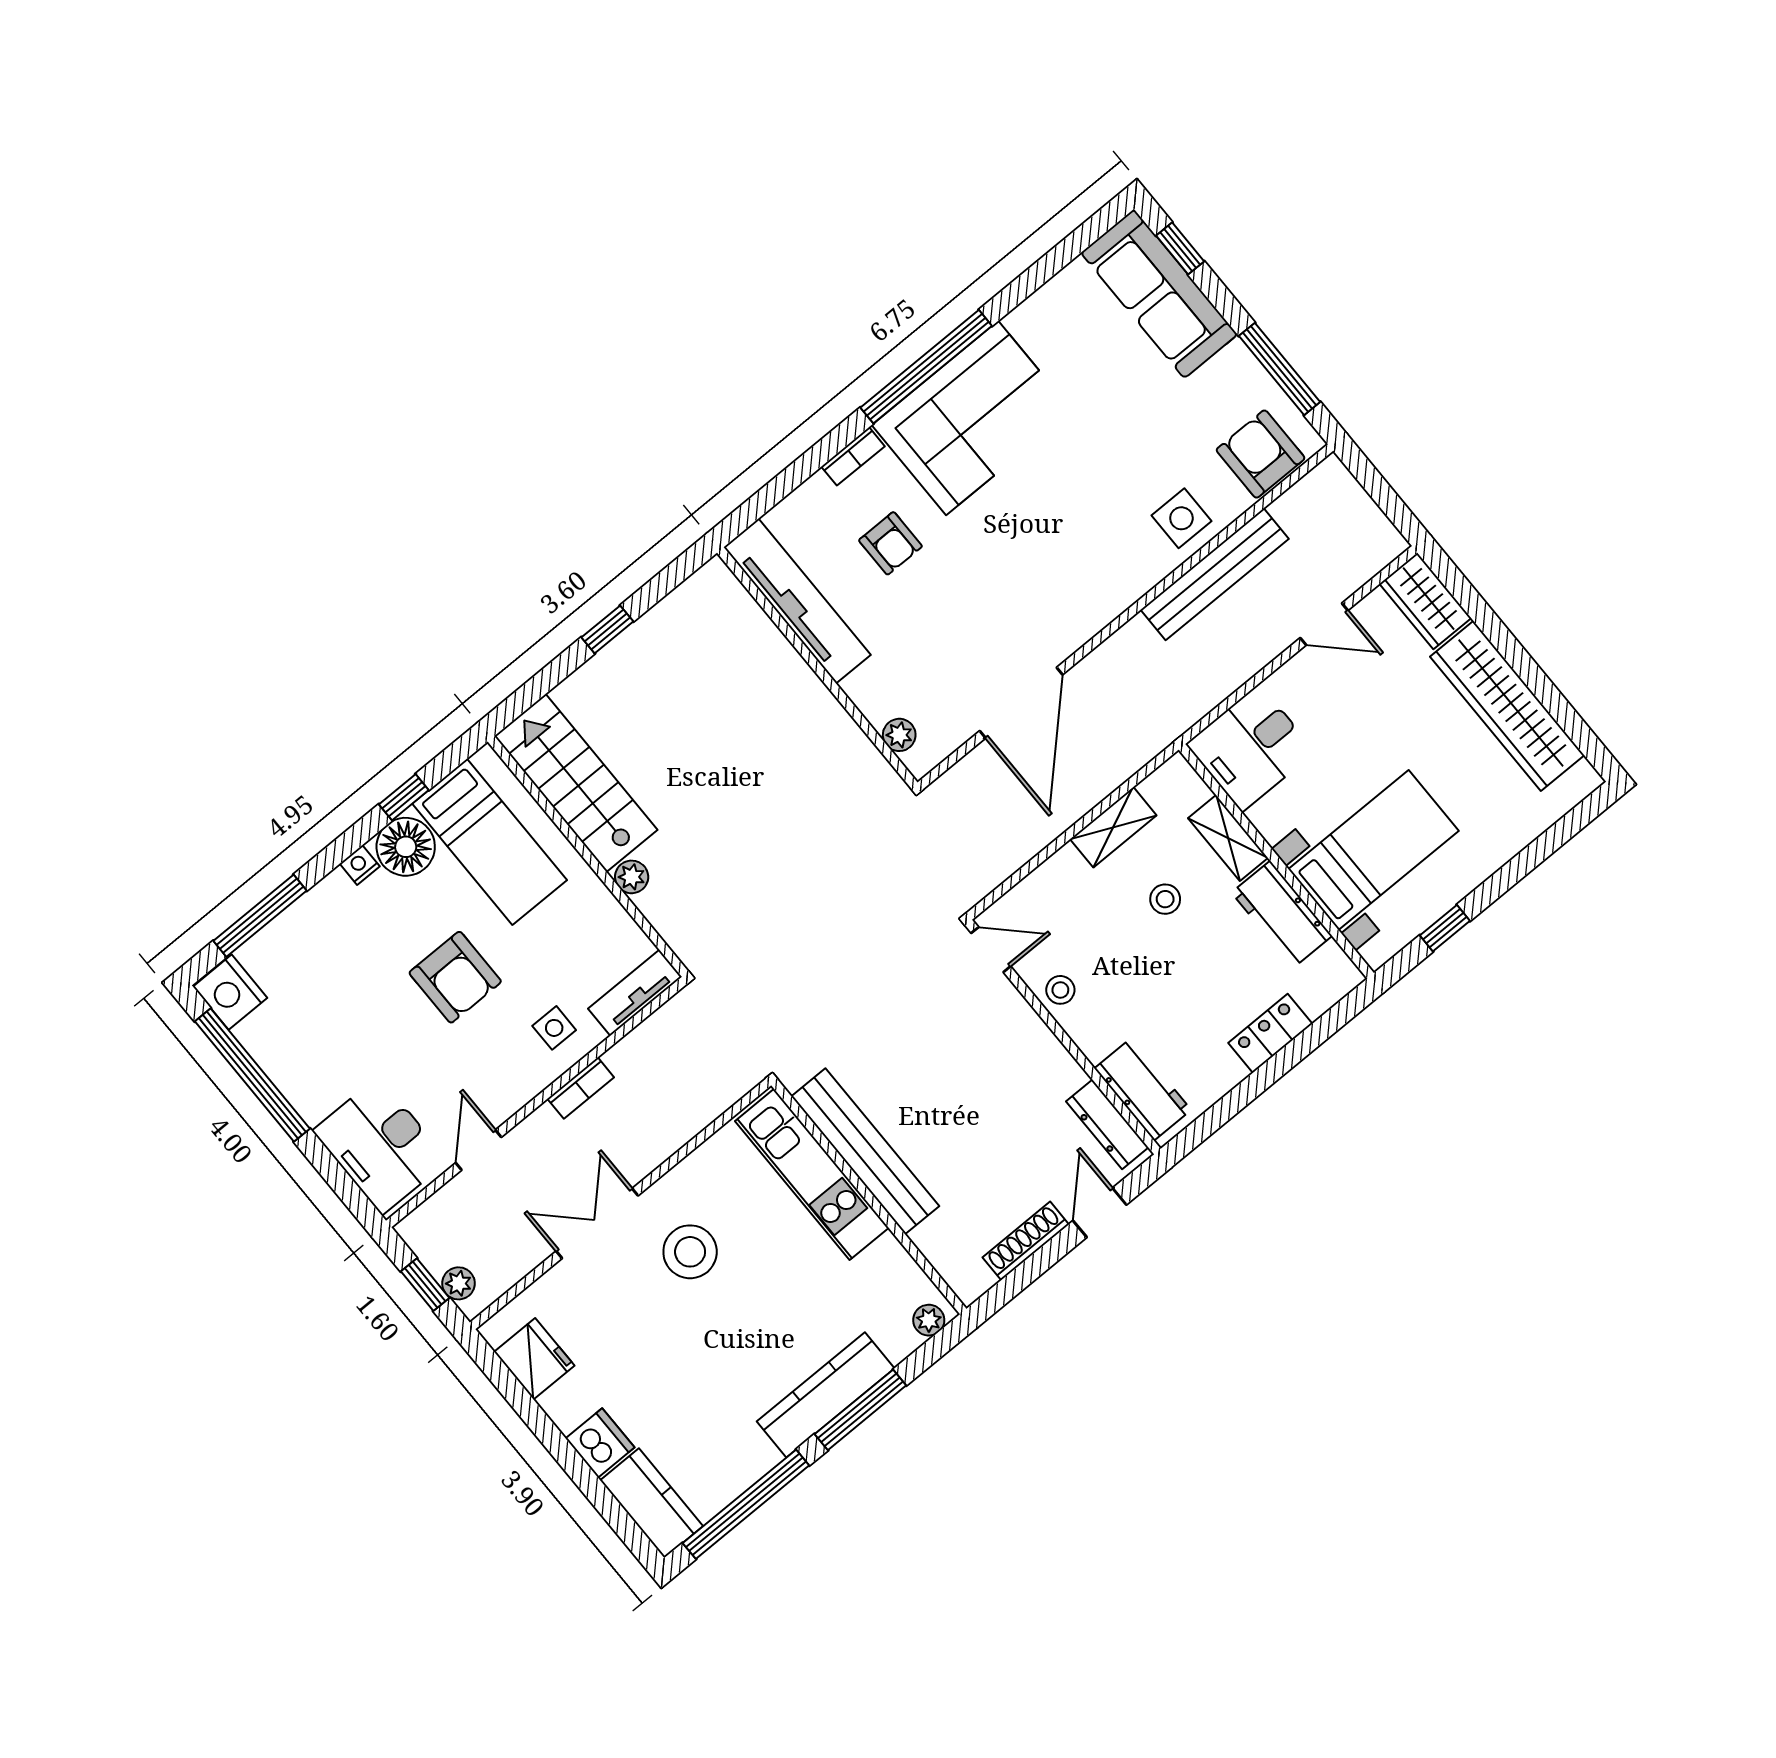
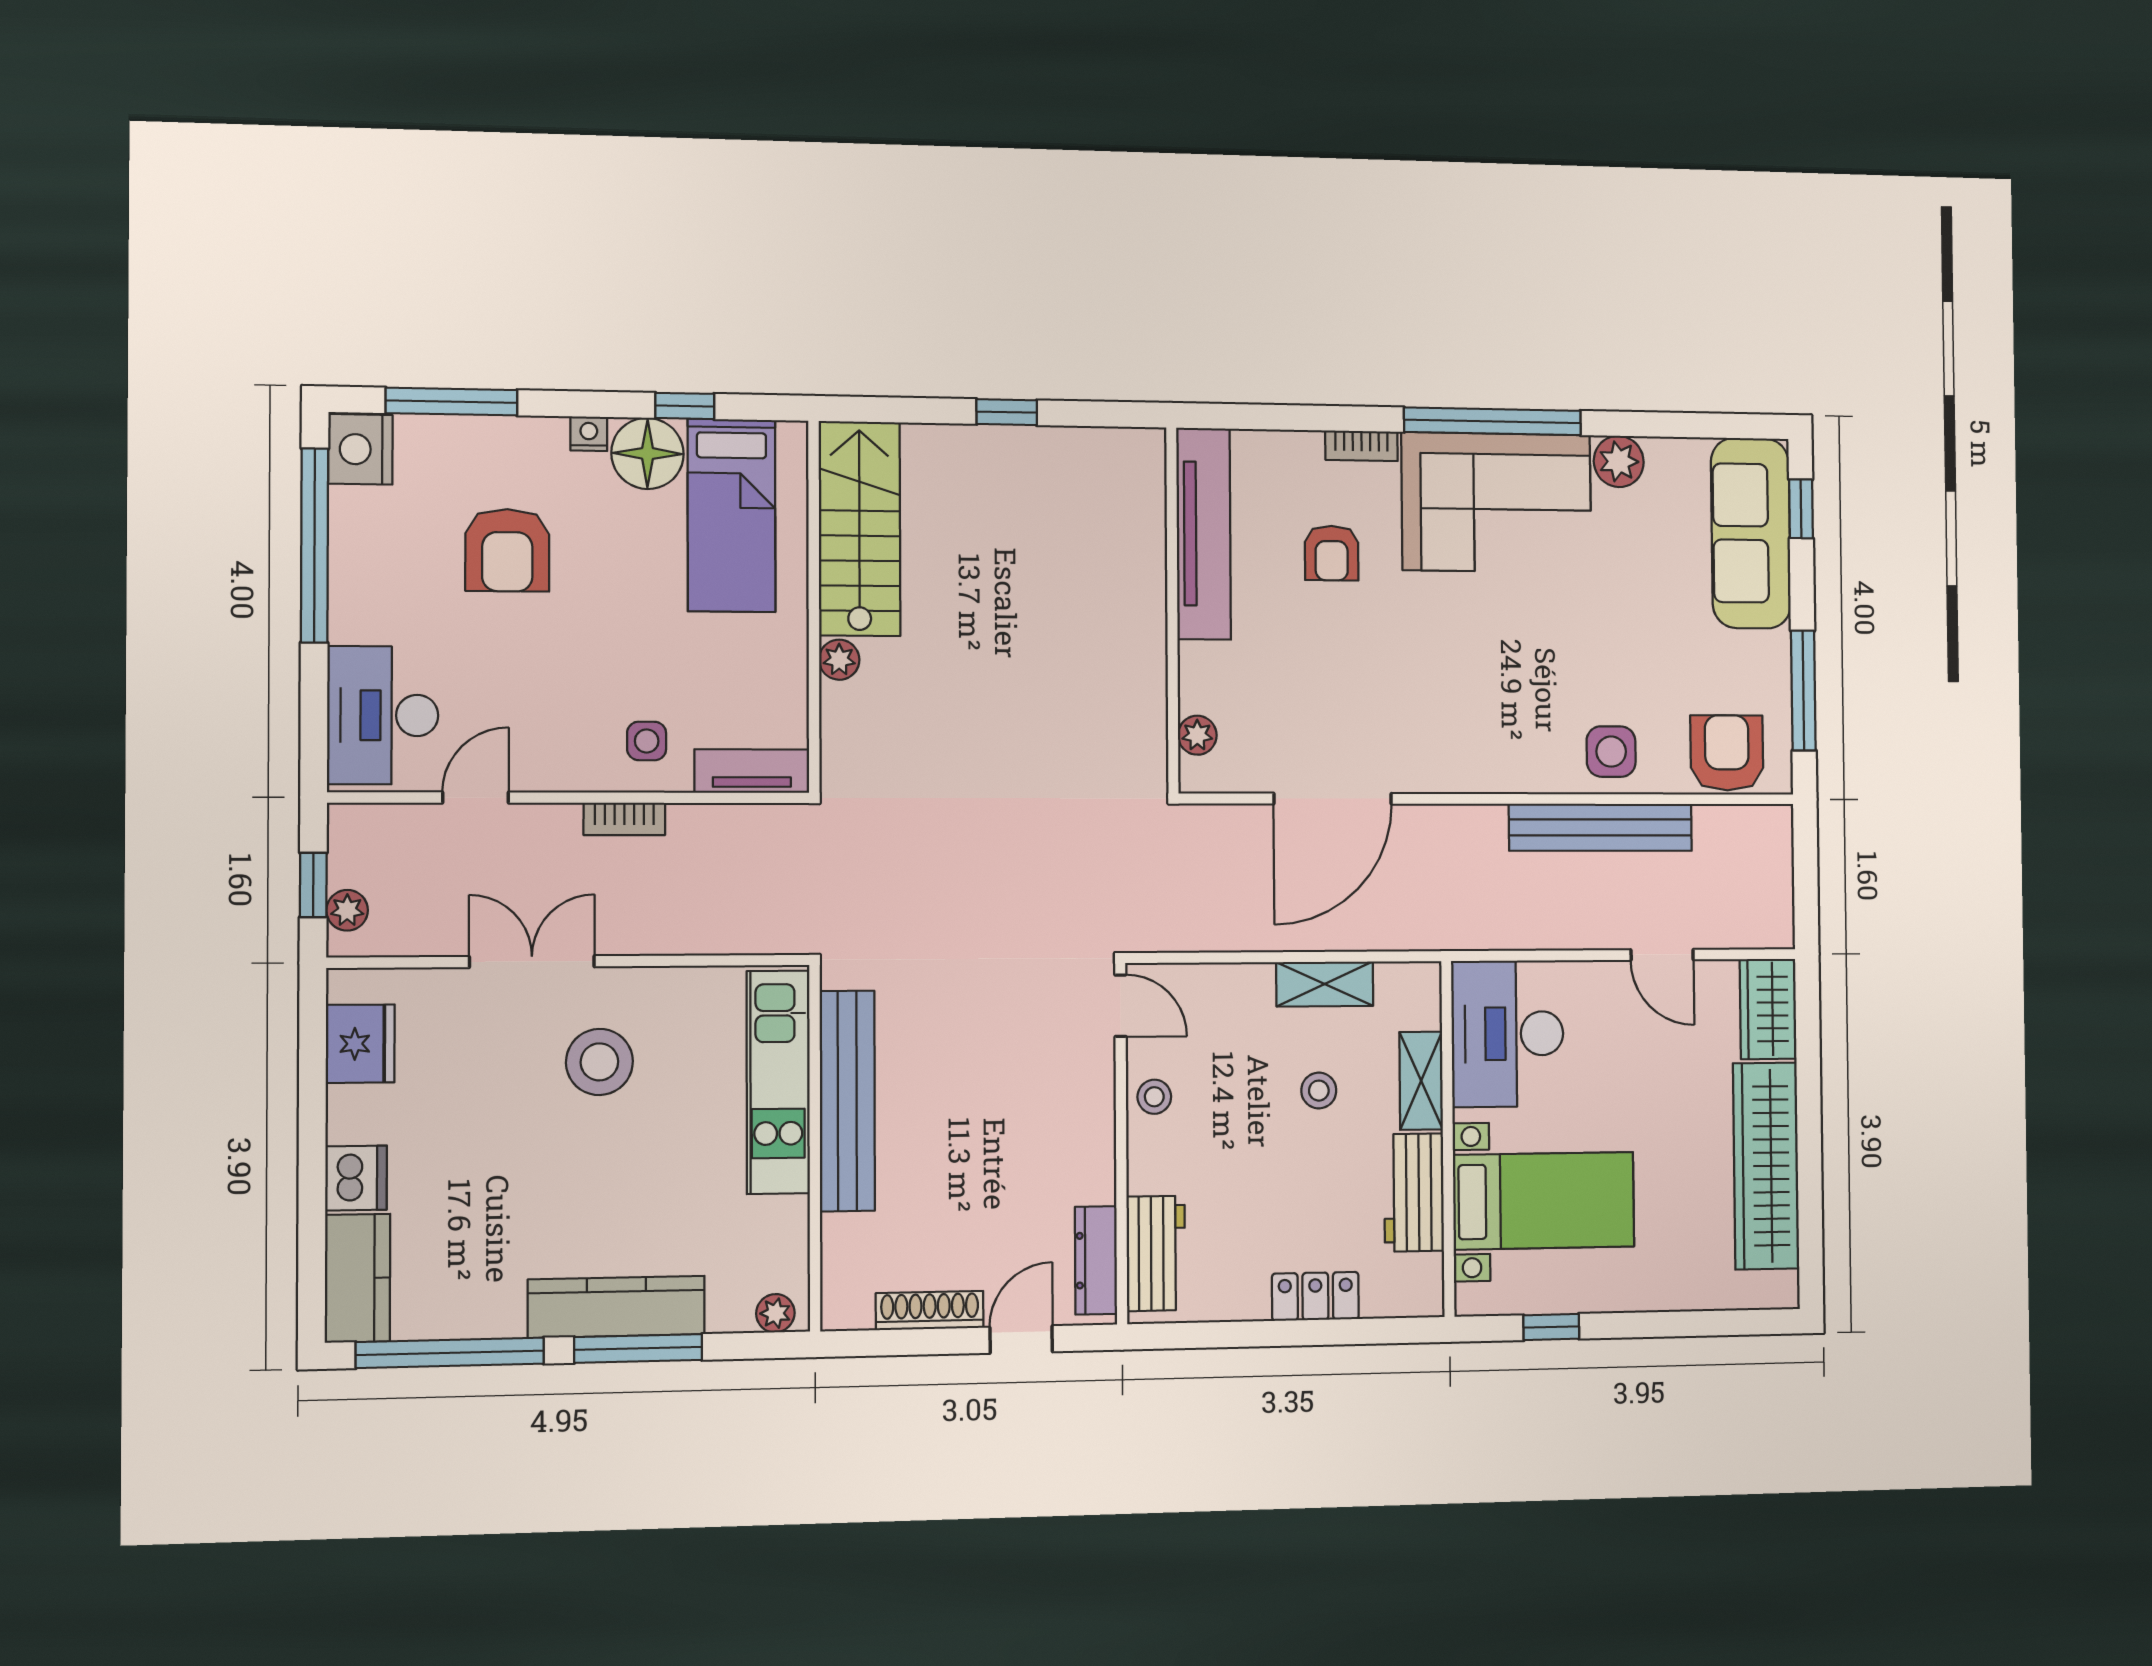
plant: (1032, 322) -> (1619, 461), added
desk: (1251, 748) -> (1508, 1034), width x1.37
armchair: (455, 977) -> (507, 550), moved

